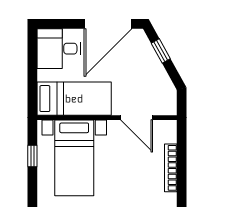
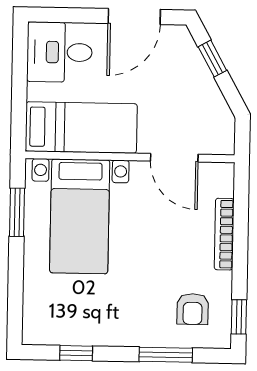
door: (108, 24) -> (134, 16), width x0.73
window: (32, 156) -> (17, 212), width x1.50

